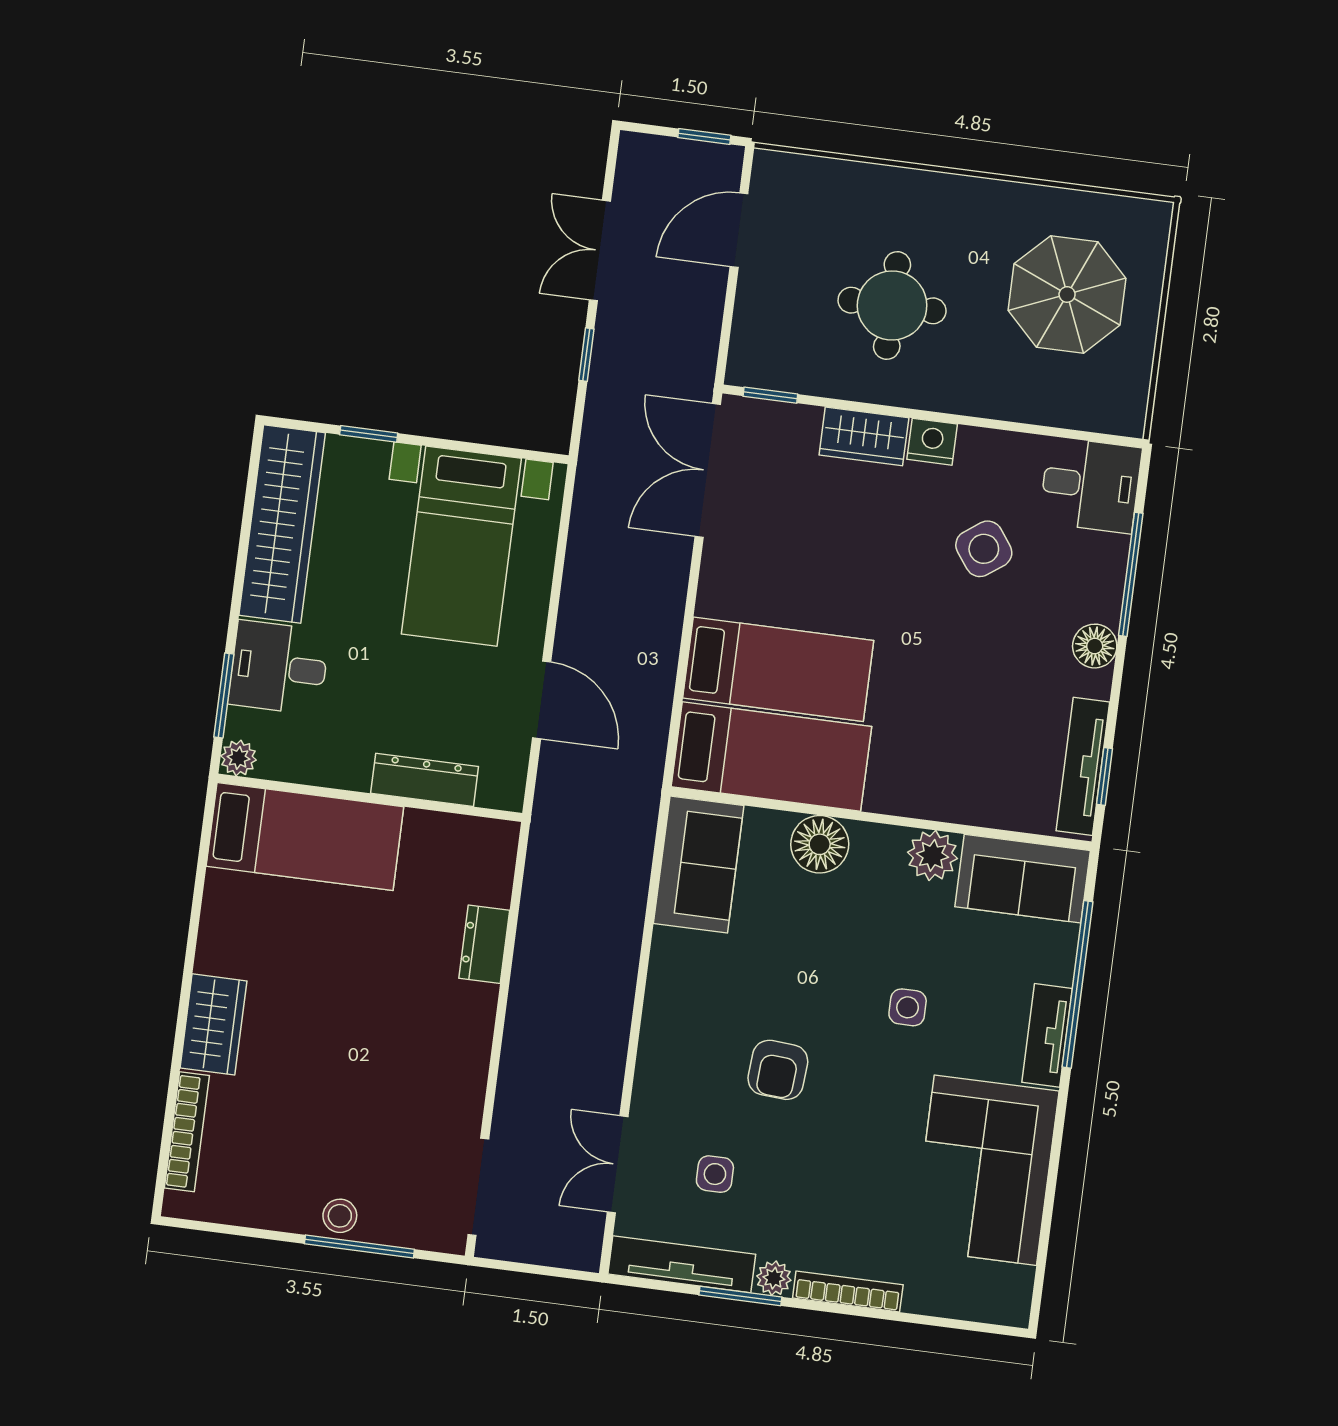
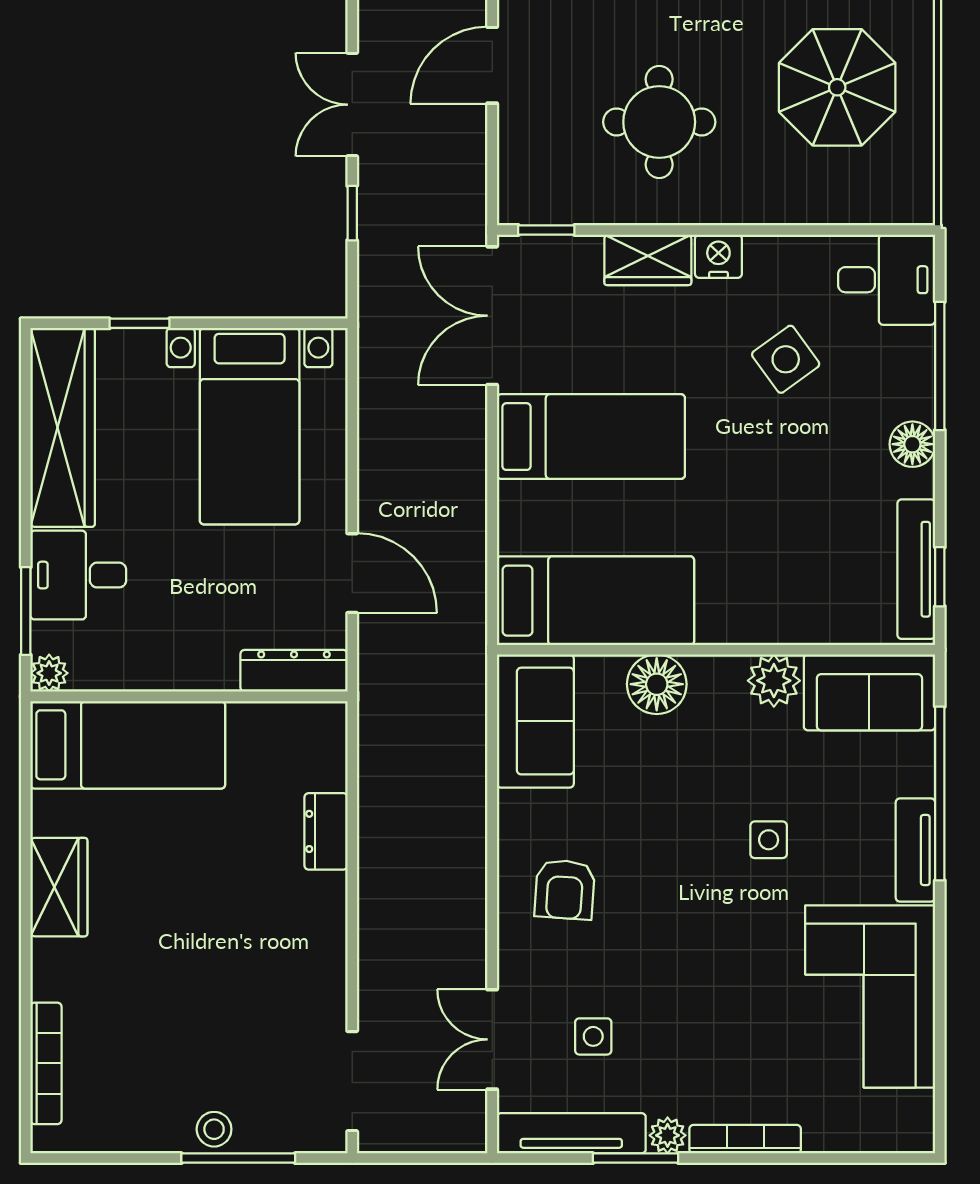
bed: (778, 669) -> (591, 437), moved
dresser: (425, 780) -> (294, 671), moved
wardrobe: (213, 1024) -> (59, 887), moved
armchair: (778, 1070) -> (565, 890), moved

